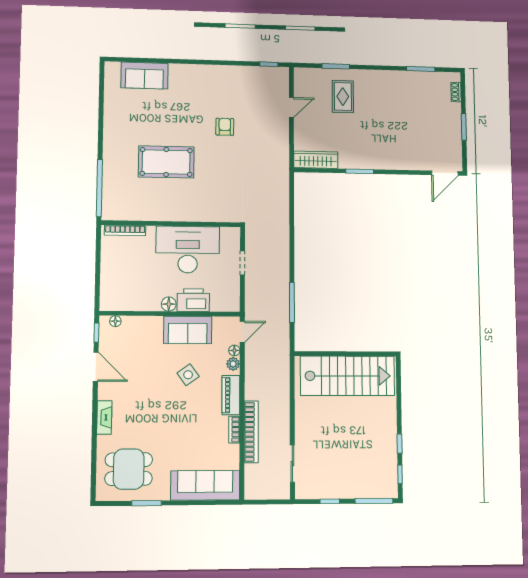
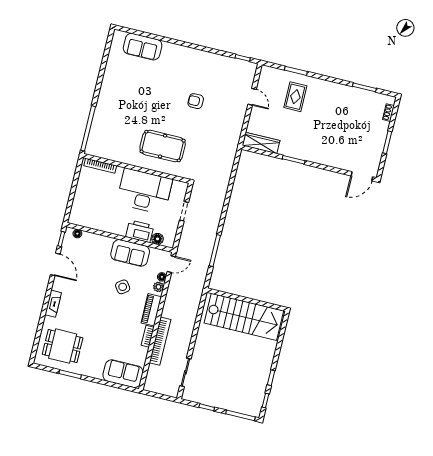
door: (291, 107) -> (252, 97), hinge flipped
armchair: (225, 127) -> (196, 101), turned -90
pool table: (166, 162) -> (163, 146), moved
floor lamp: (169, 304) -> (158, 239), moved
sofa: (205, 485) -> (123, 374), width x0.73

